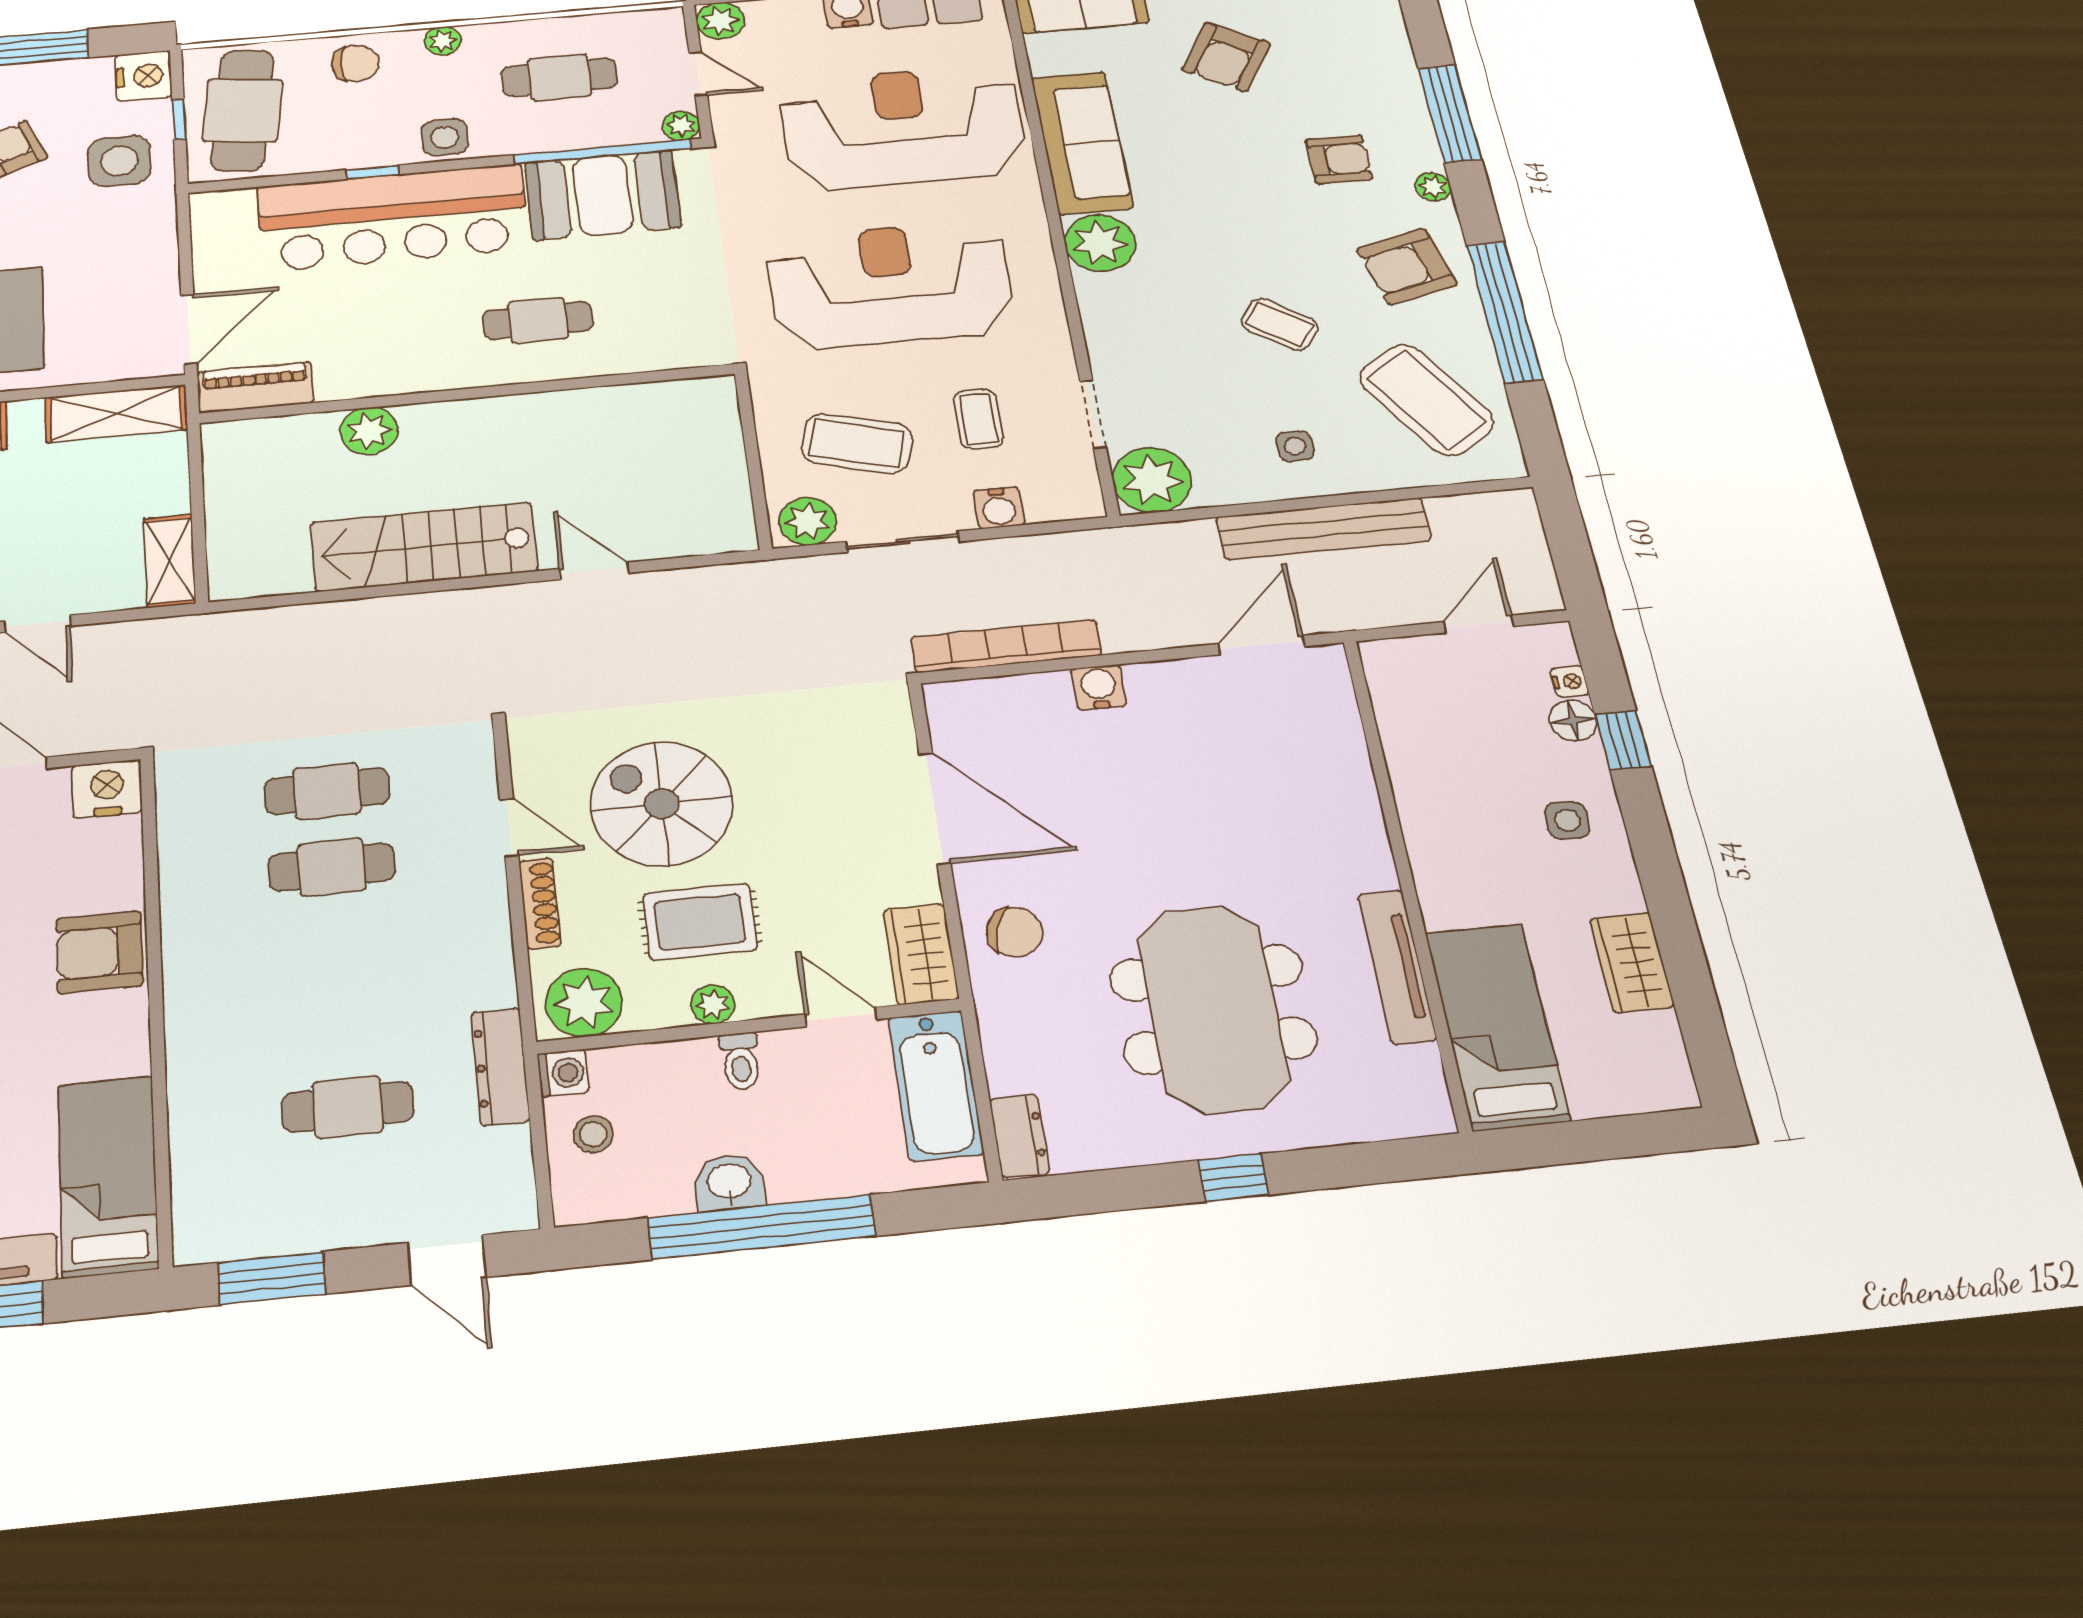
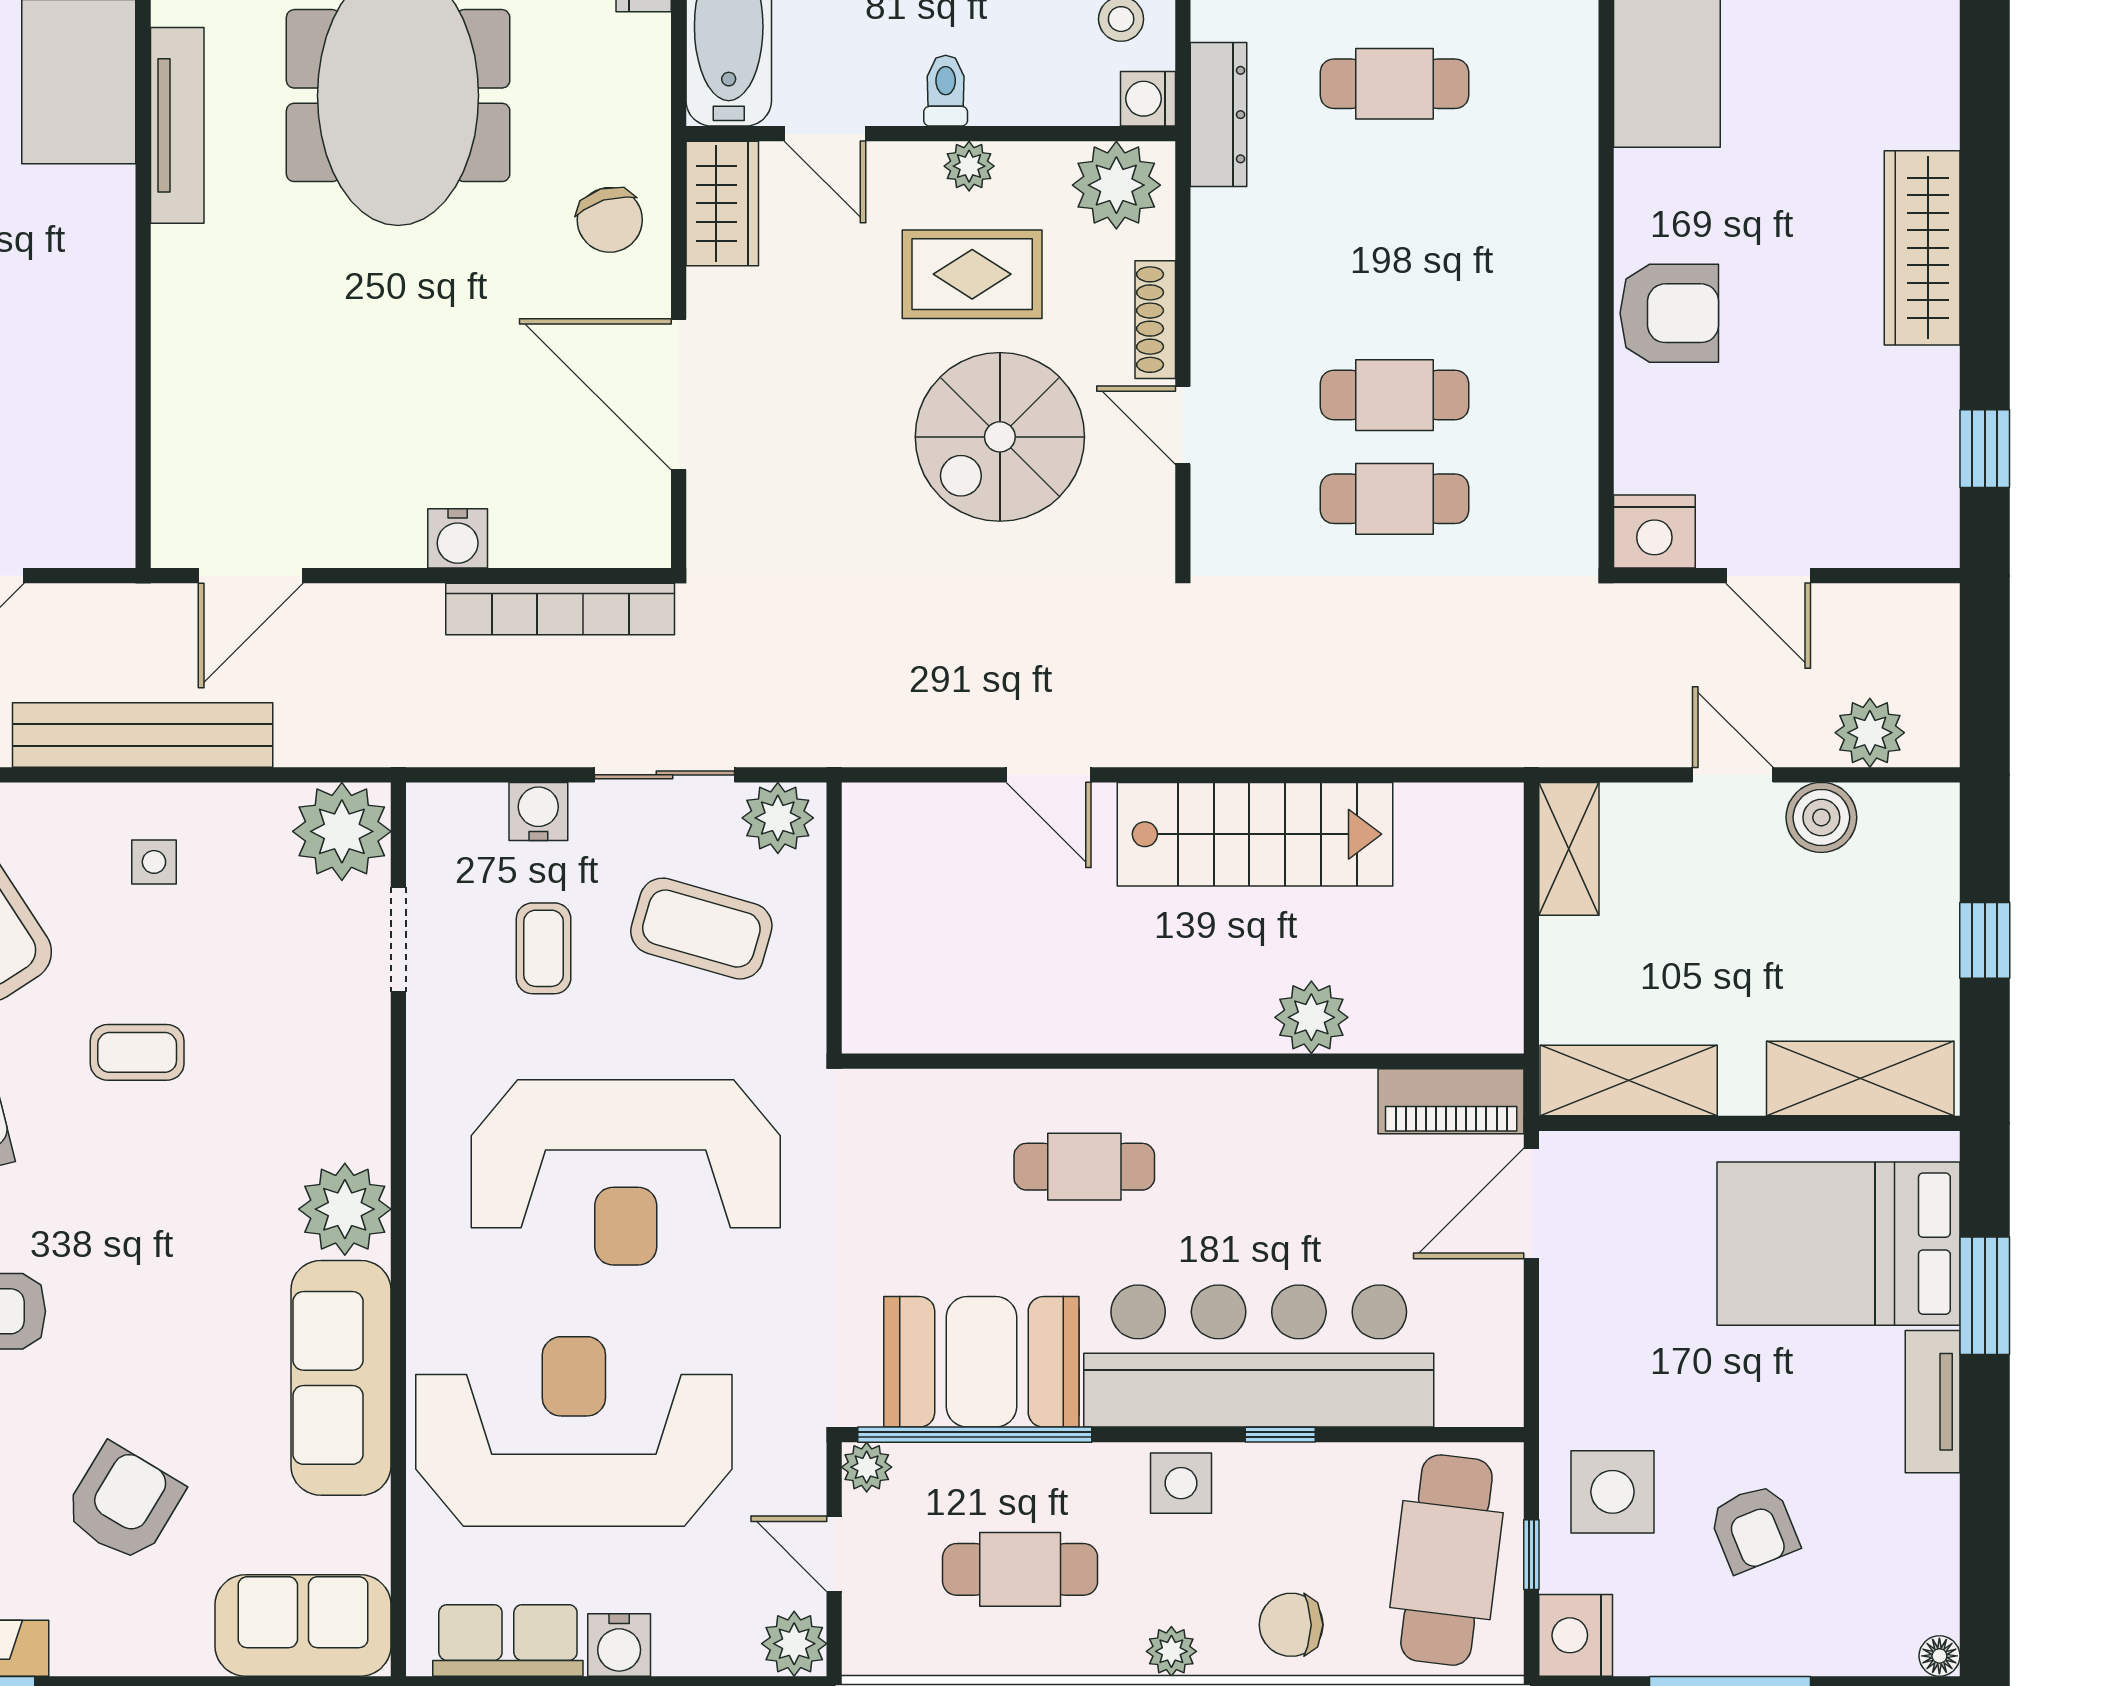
reception desk: (902, 127) -> (574, 1431), turned 180
coffee table: (1280, 324) -> (137, 1052), turned -35
spiral stairs: (662, 804) -> (1000, 437), turned 90
chair: (1015, 932) -> (610, 220), turned -126

